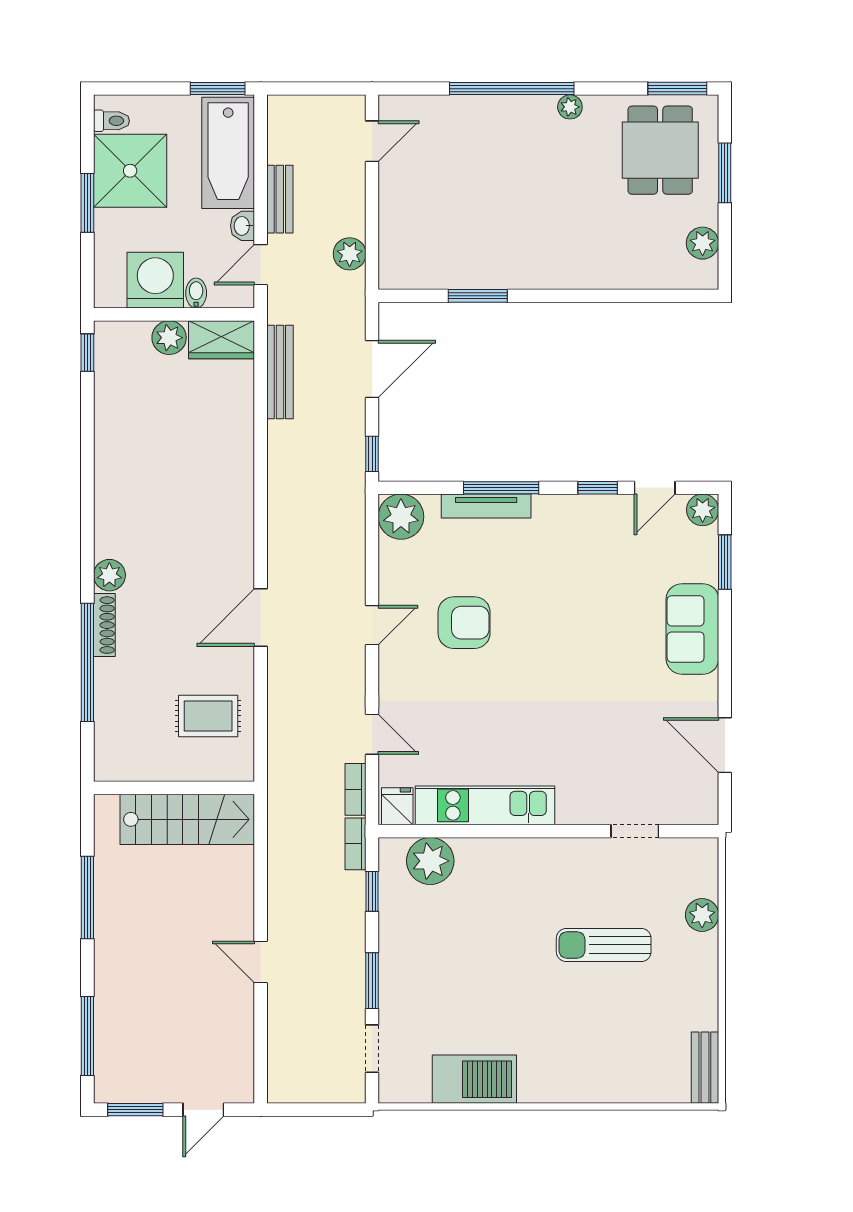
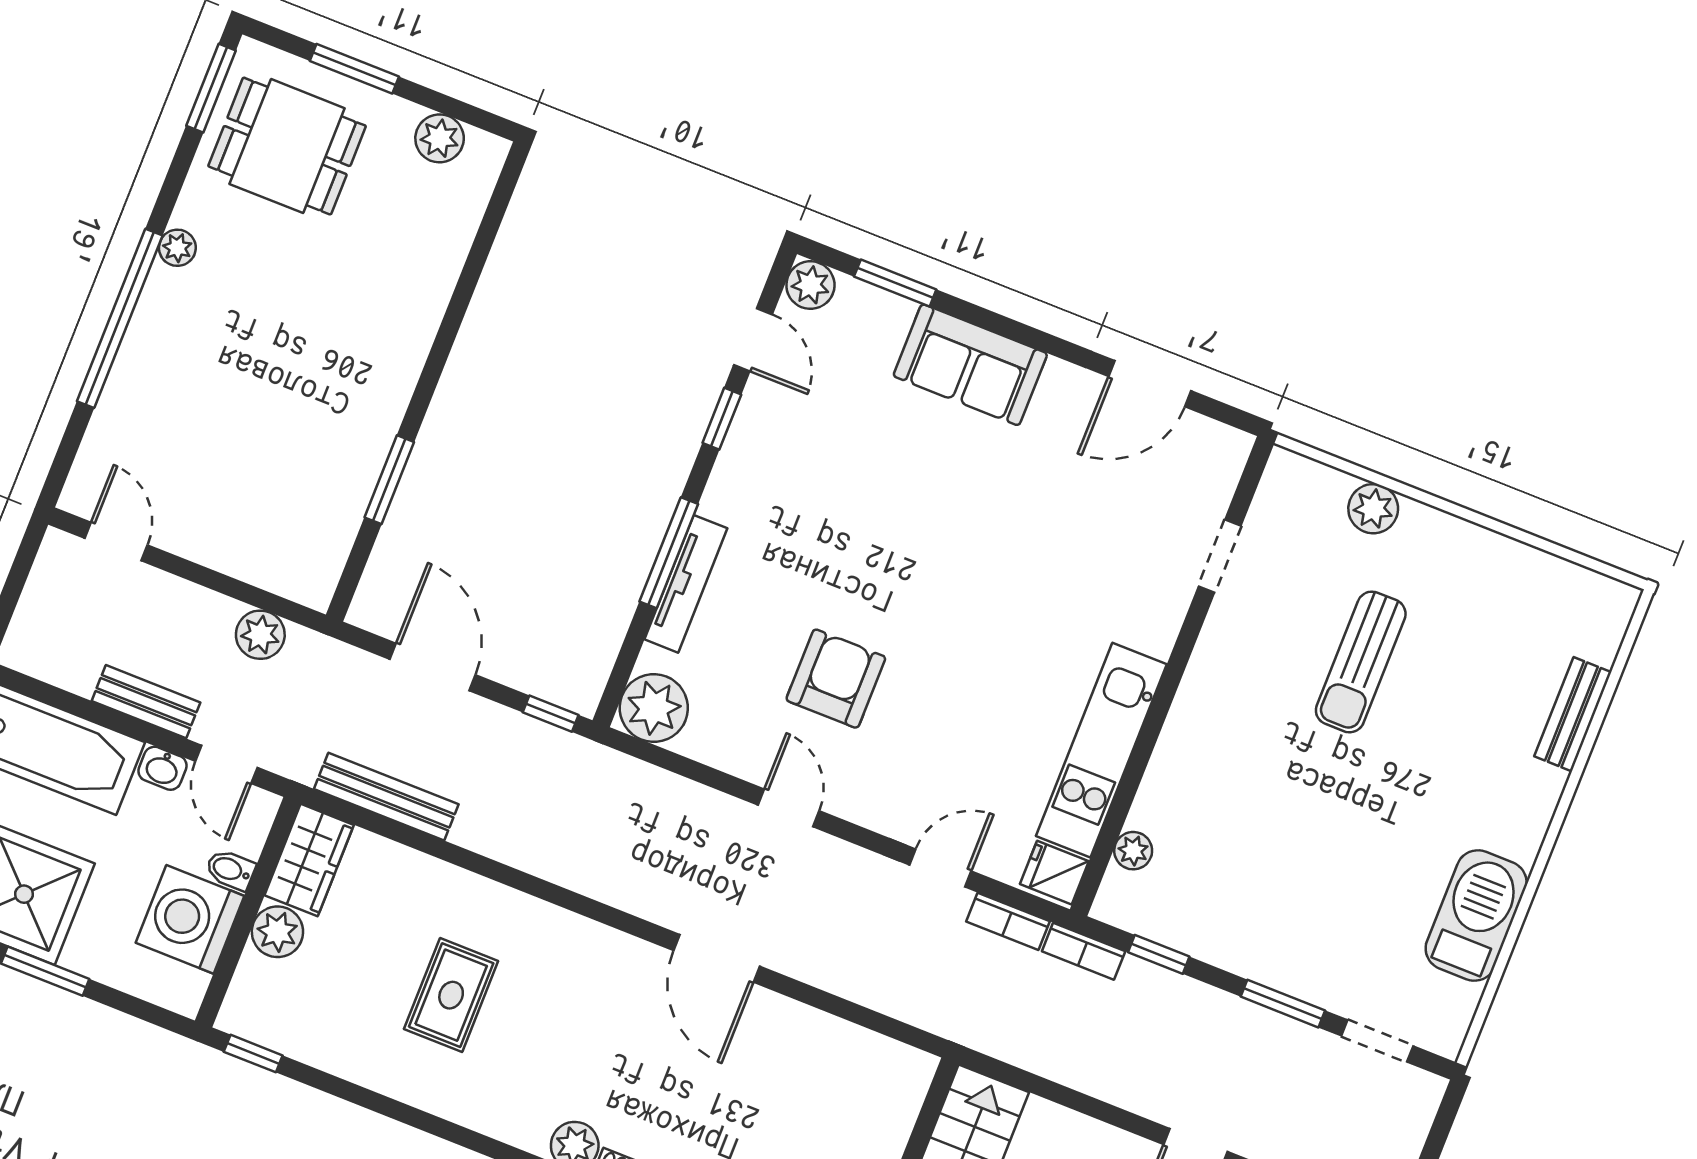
rug: (208, 716) -> (451, 995), moved
plant: (430, 861) -> (1133, 851), width x0.53, depth x0.53
bench: (705, 1068) -> (1573, 714), moved, turned 90

